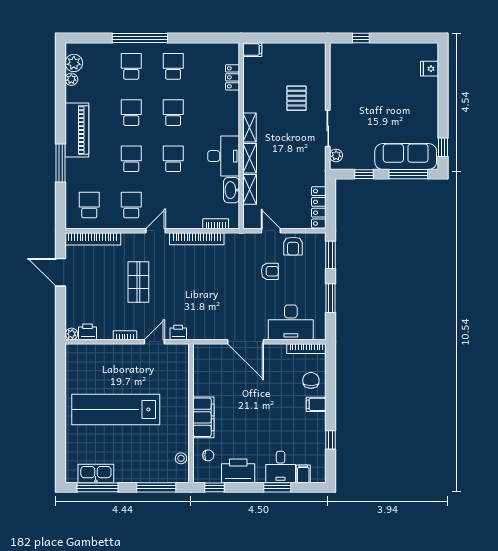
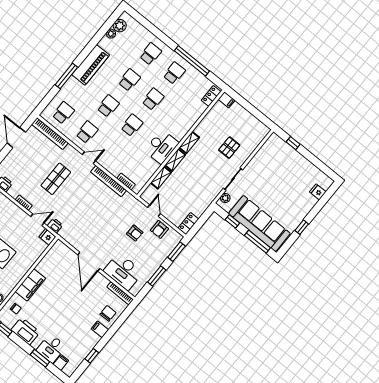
window: (140, 38) -> (192, 61), moved
locker: (232, 77) -> (211, 96), moved
window: (443, 147) -> (302, 227), moved
sofa: (406, 157) -> (259, 223), width x1.36, depth x1.27
washbasin: (231, 190) -> (150, 170), removed
locker: (319, 207) -> (188, 224), width x0.66
fridge: (180, 351) -> (47, 237), added

